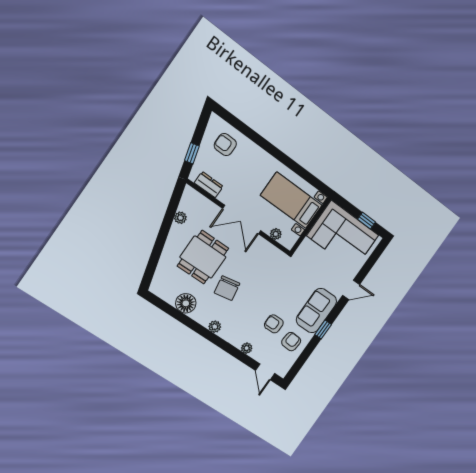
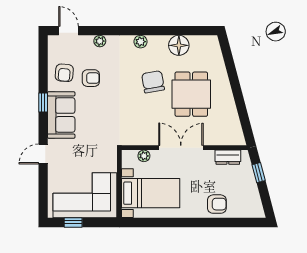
armchair: (225, 145) -> (217, 204), moved
plant: (180, 218) -> (232, 114), removed

